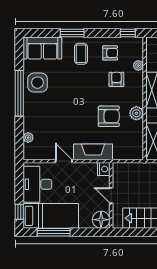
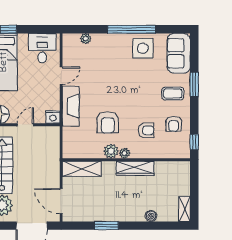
plant: (138, 65) -> (124, 153), moved
desk: (37, 184) -> (42, 48), width x0.73

